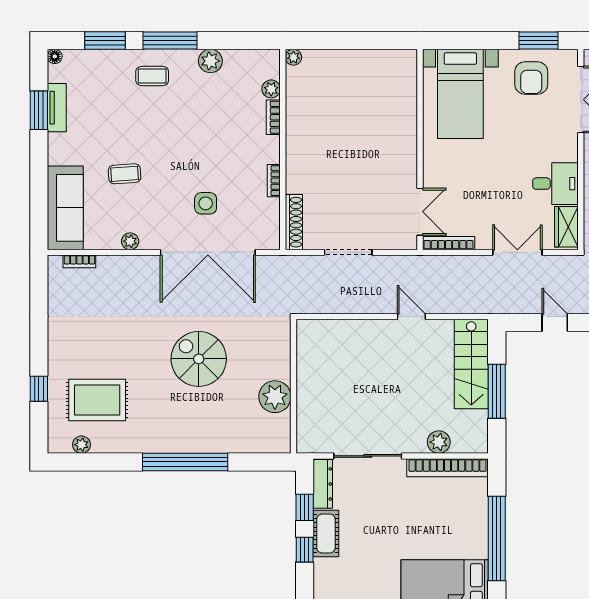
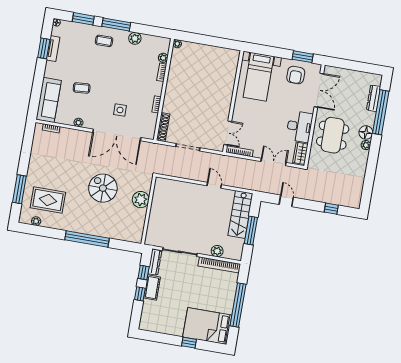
desk: (555, 184) -> (299, 127), width x1.37
window: (39, 389) -> (19, 189), width x2.17
plant: (275, 397) -> (141, 200), moved

